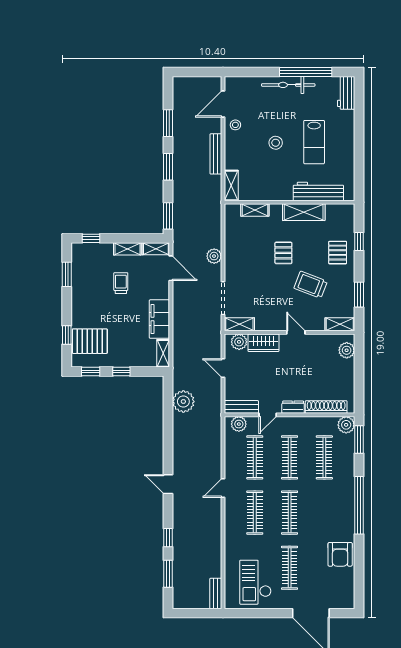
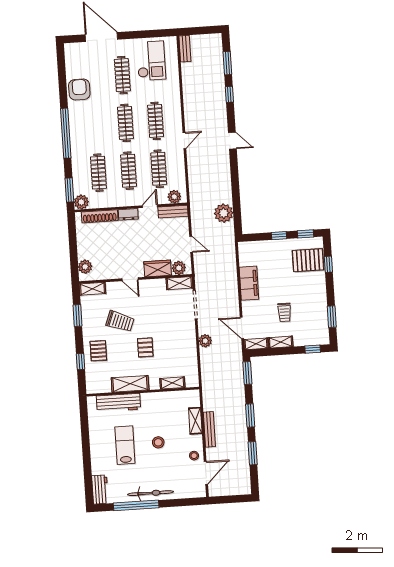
shelving: (231, 185) -> (195, 421), moved
shelving: (163, 353) -> (244, 254), removed

